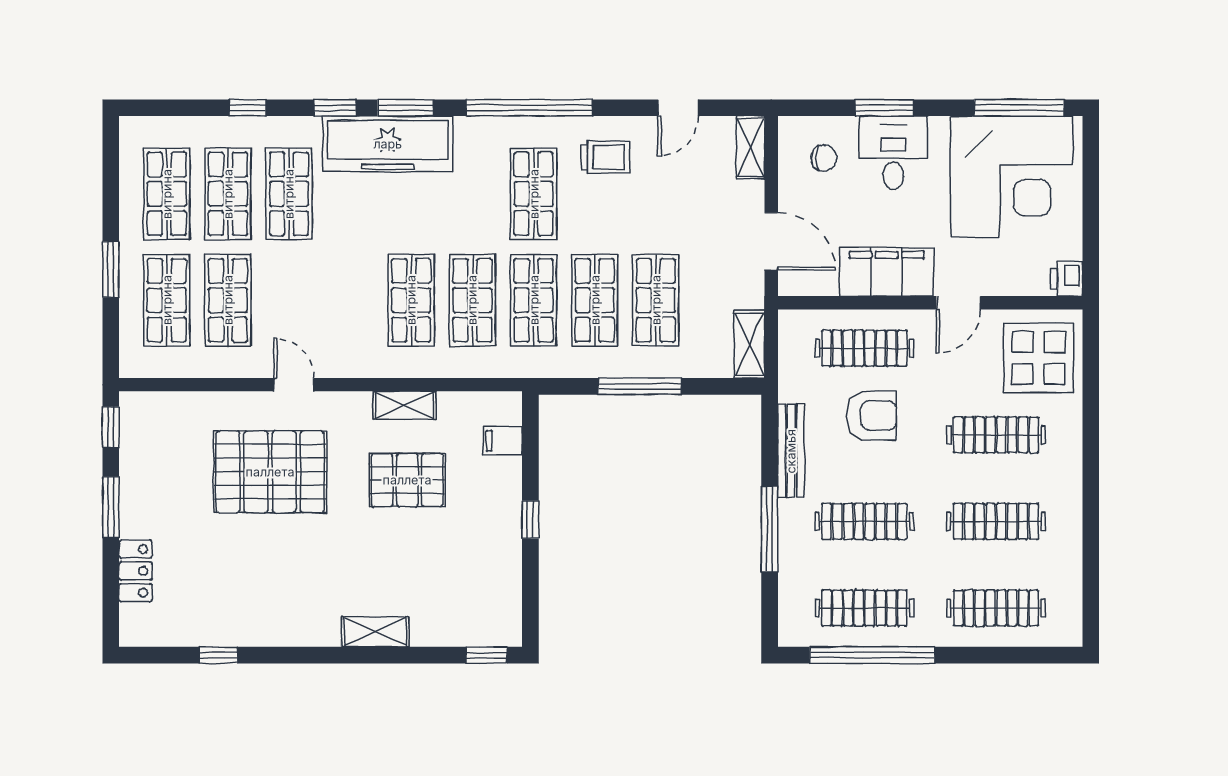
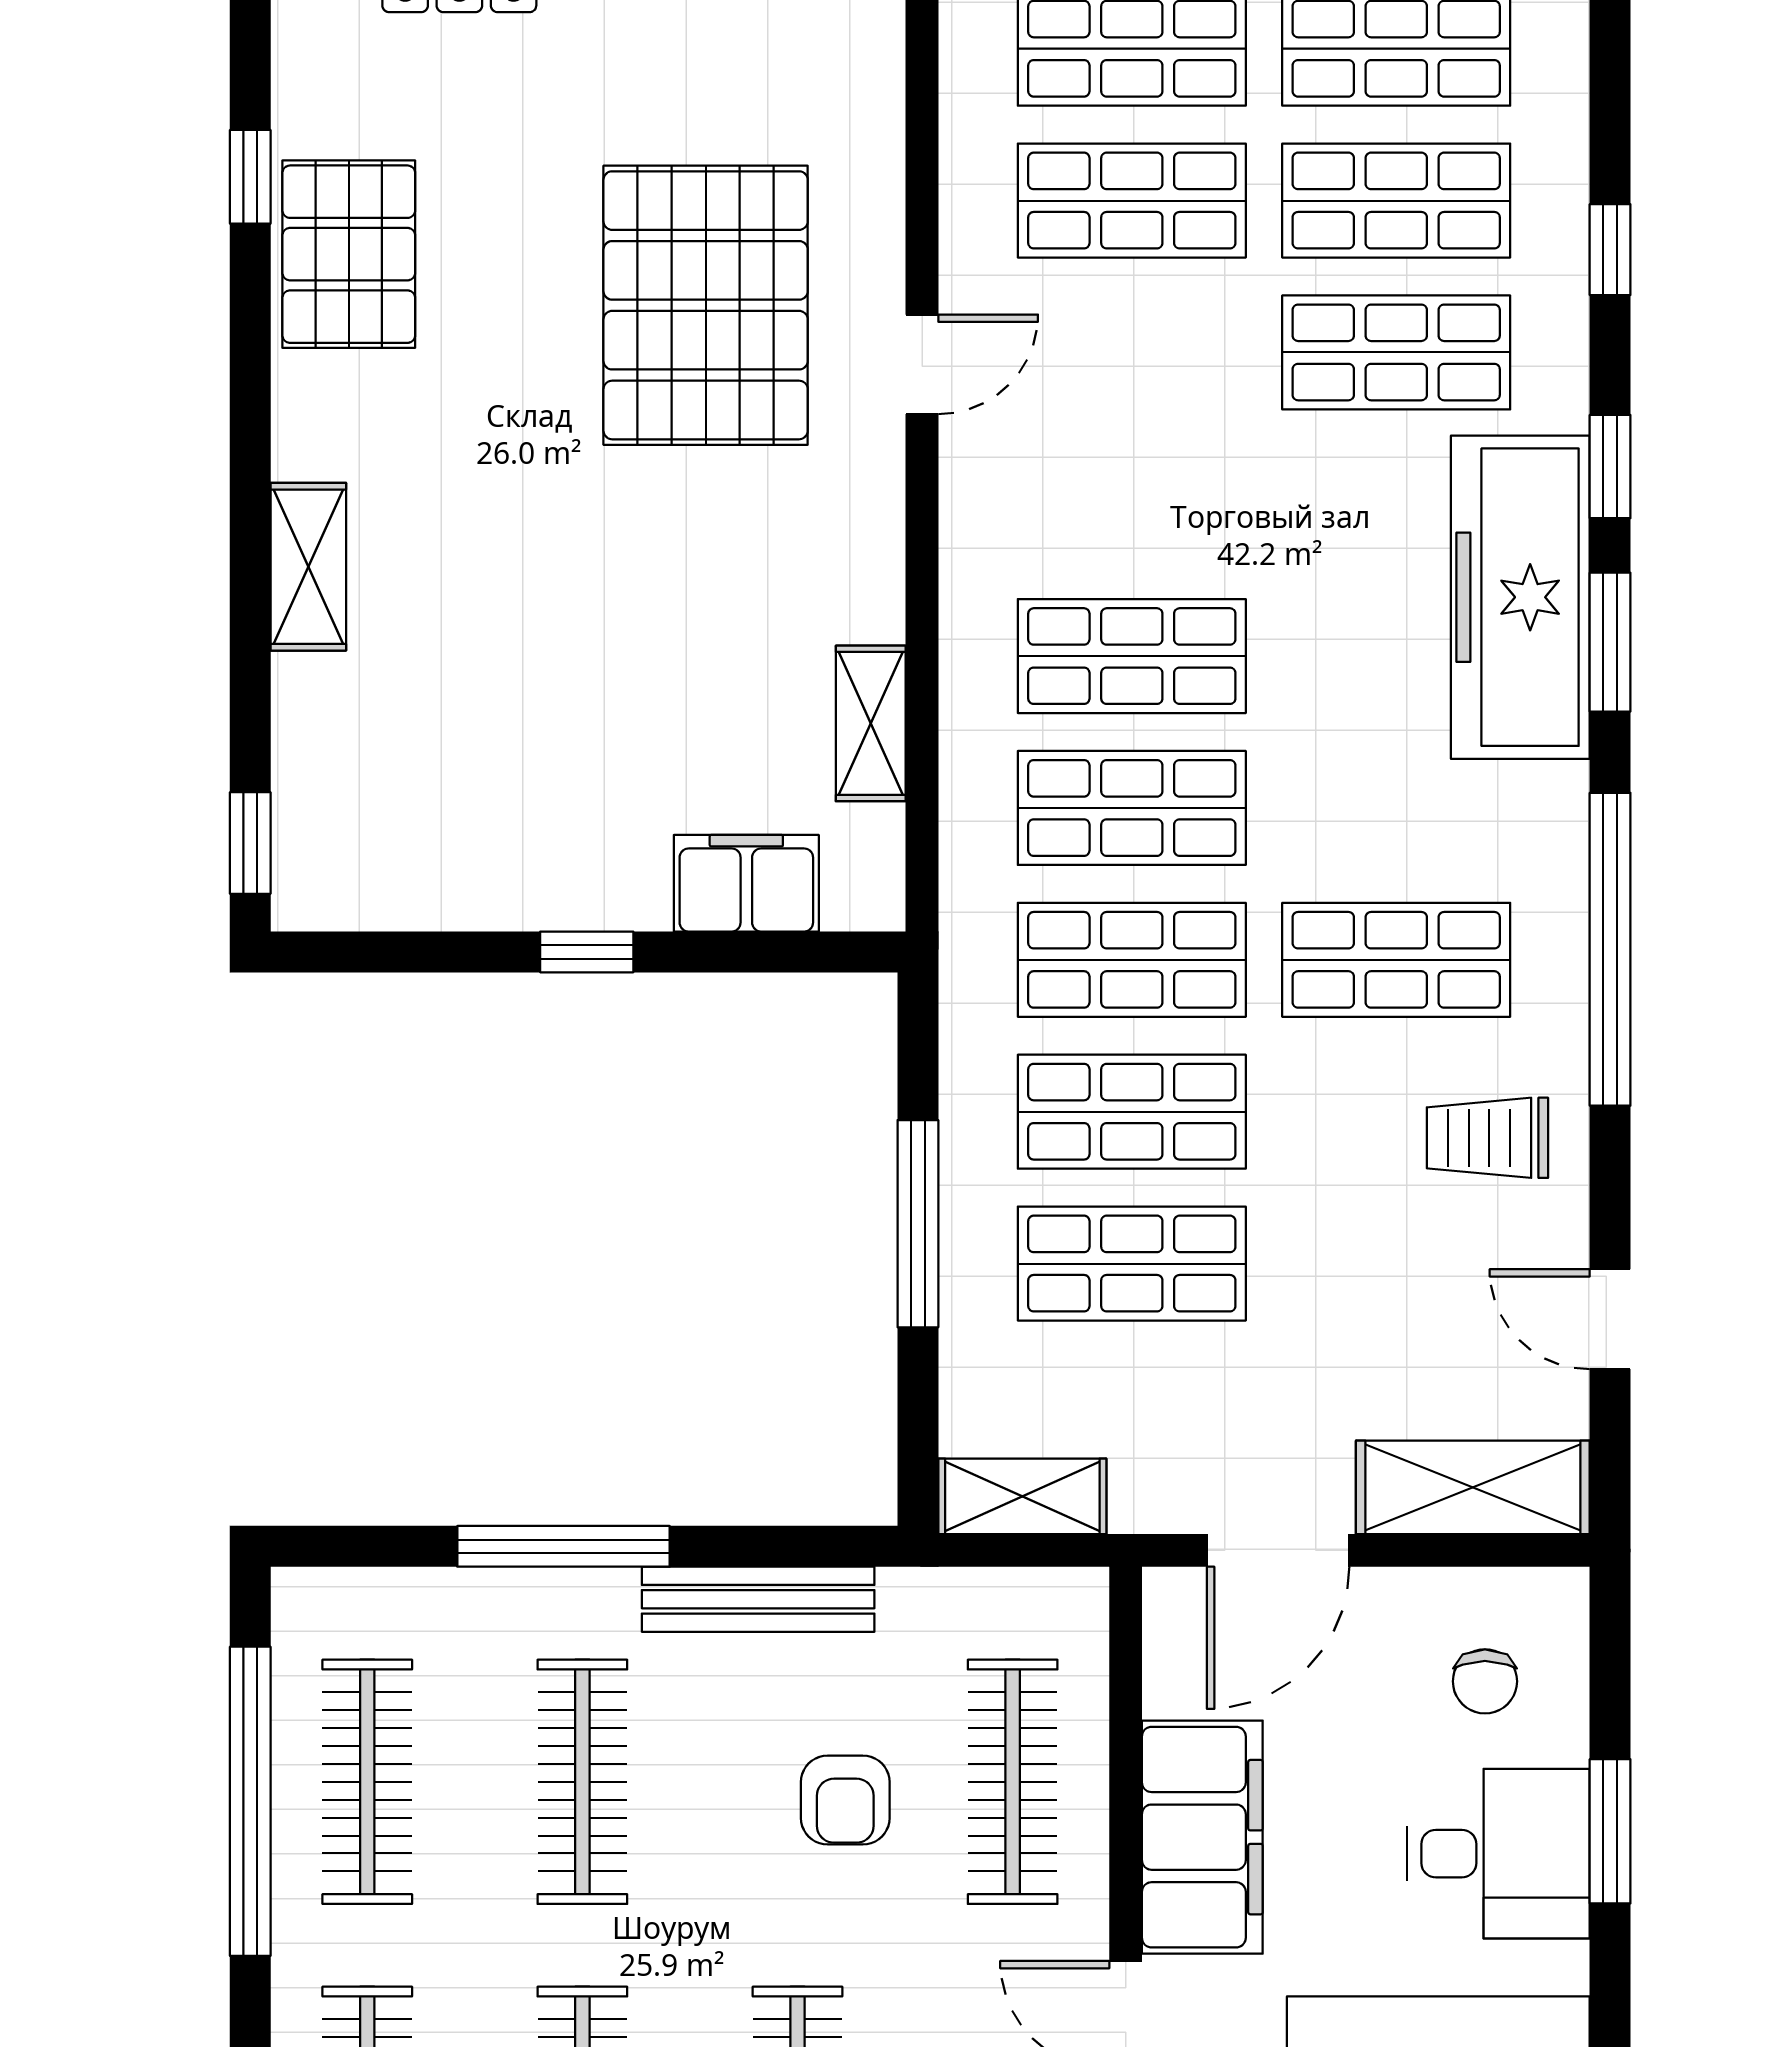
shelving: (751, 147) -> (1473, 1487), width x1.50, depth x1.33
trolley: (605, 157) -> (1487, 1138), turned 90
shelving: (405, 405) -> (871, 723), moved
armchair: (872, 416) -> (845, 1800), width x0.72, depth x0.72
filing cabinet: (503, 441) -> (746, 883), width x2.00
pallet: (407, 480) -> (349, 254), moved

